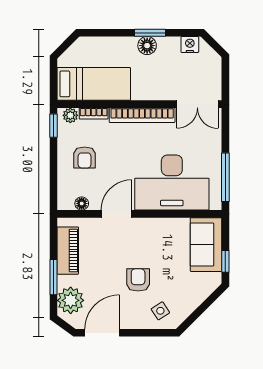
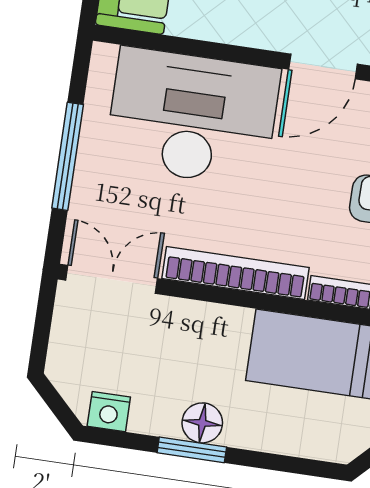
window: (225, 177) -> (68, 156), moved

